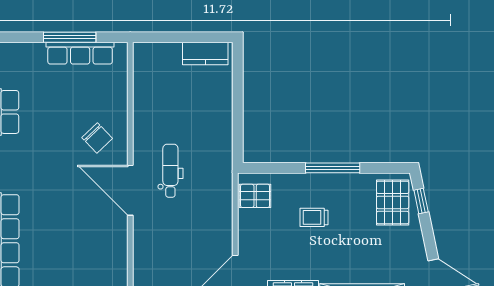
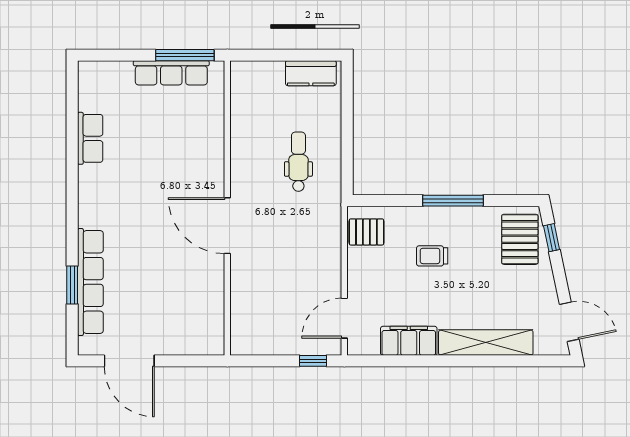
window: (70, 37) -> (185, 55), moved
chair: (97, 138) -> (190, 167), removed
dental chair: (170, 171) -> (298, 162), moved

